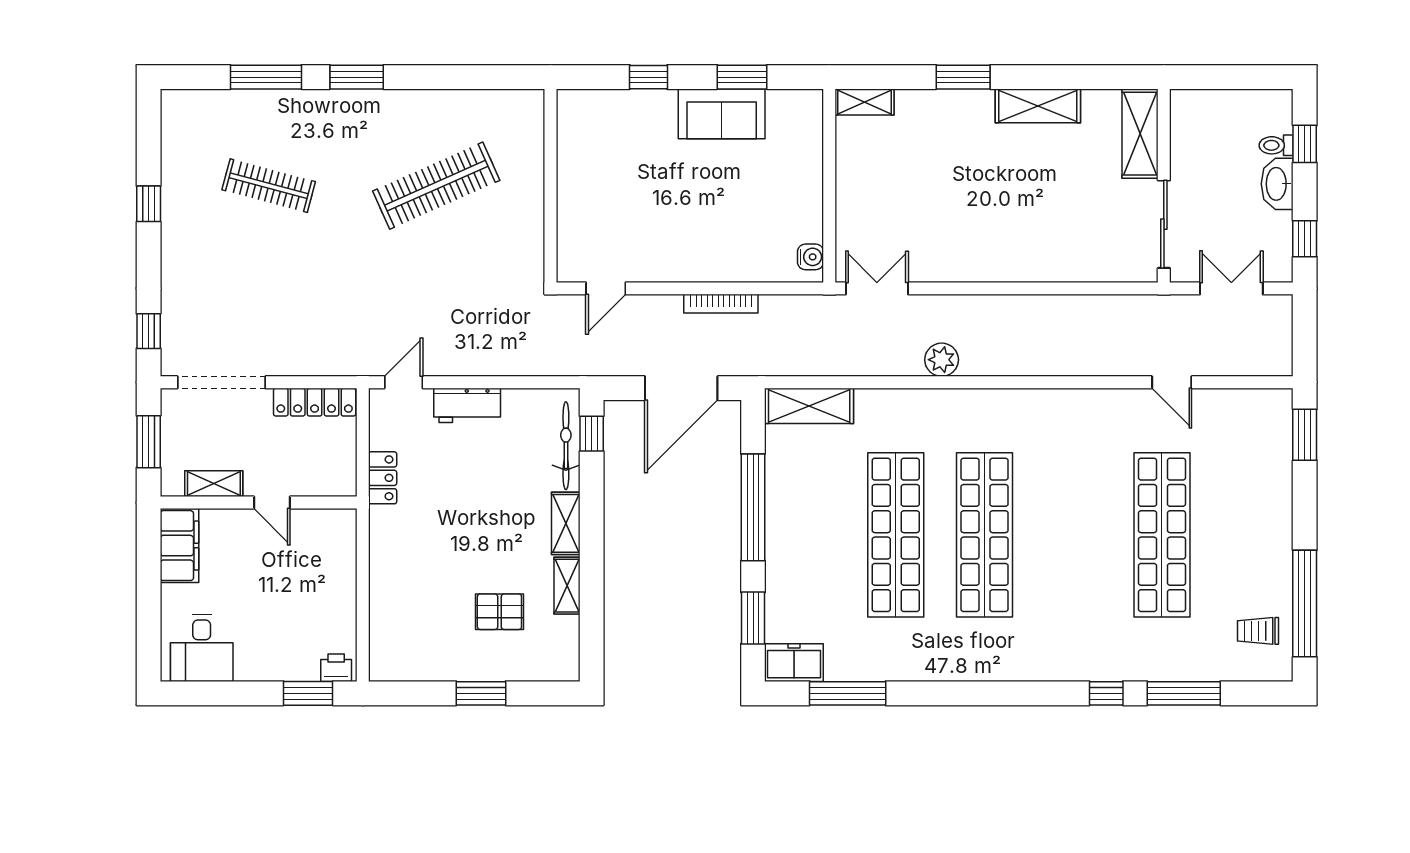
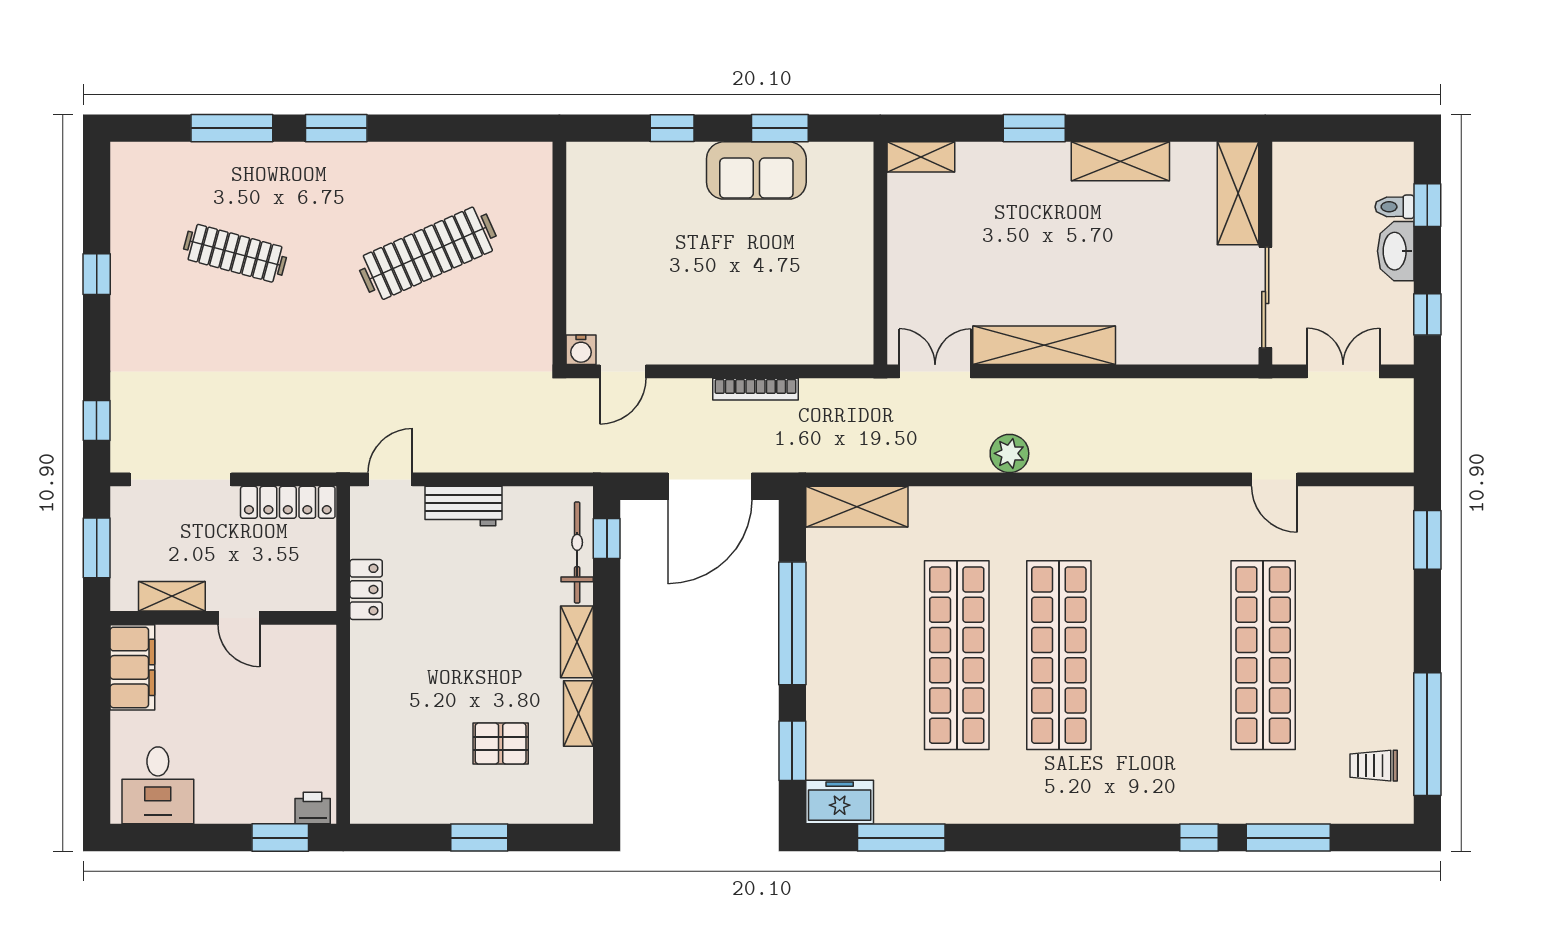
water cooler: (811, 257) -> (581, 350), moved, turned 90
shelving: (972, 266) -> (1044, 345), added

